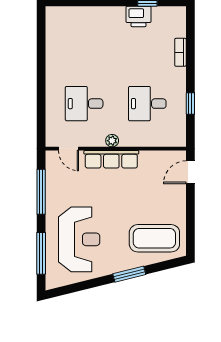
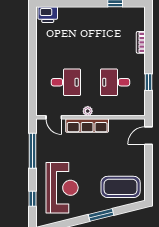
printer: (139, 16) -> (48, 15), moved
desk: (84, 104) -> (66, 82), turned 180
window: (41, 253) -> (32, 199), width x0.46

